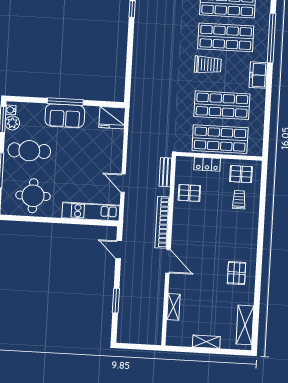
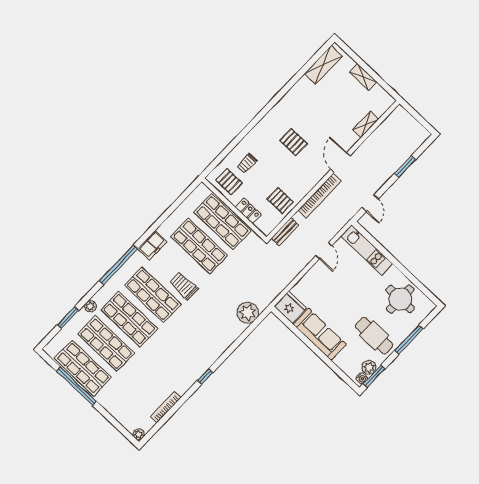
plant: (141, 86) -> (248, 313), added
window: (65, 102) -> (315, 349), removed
sofa: (65, 116) -> (320, 334), width x1.36
pallet: (236, 273) -> (293, 142), moved, turned 90

